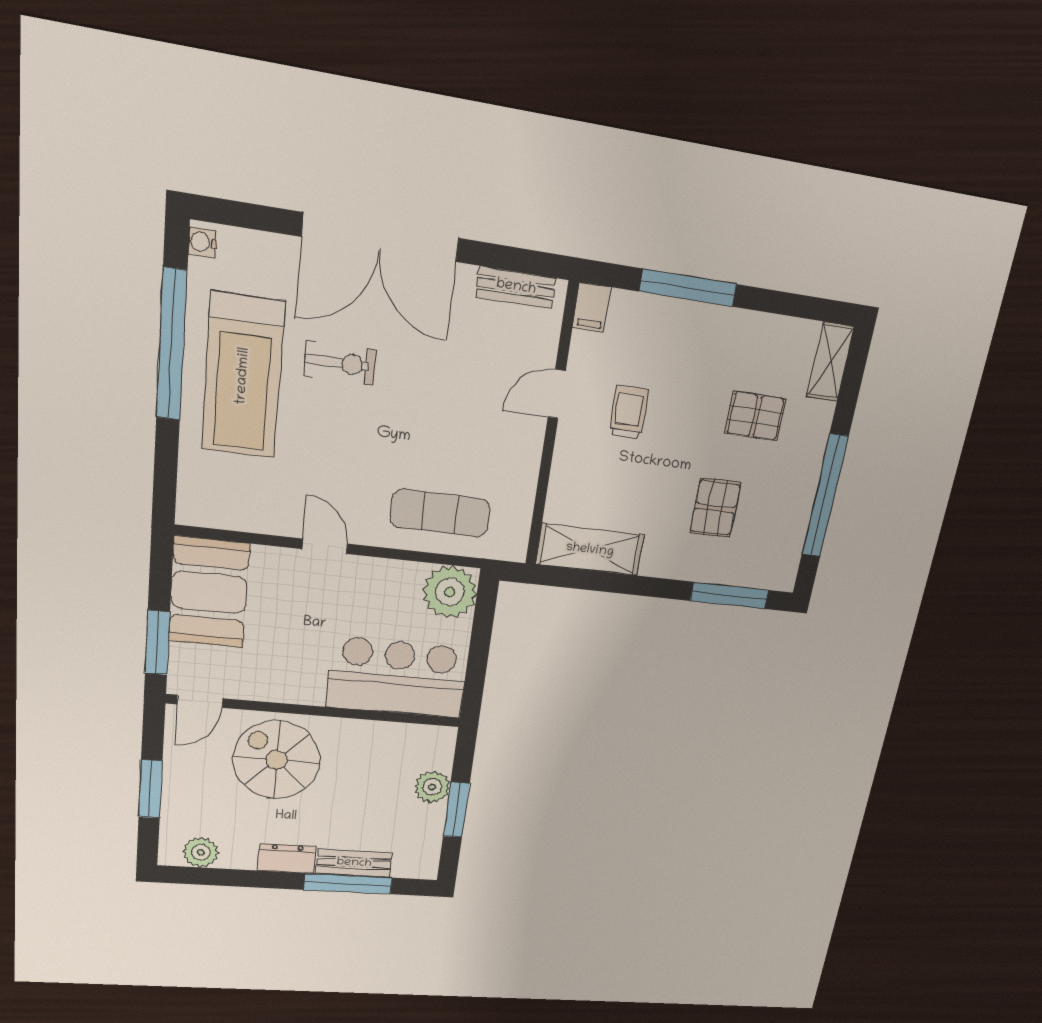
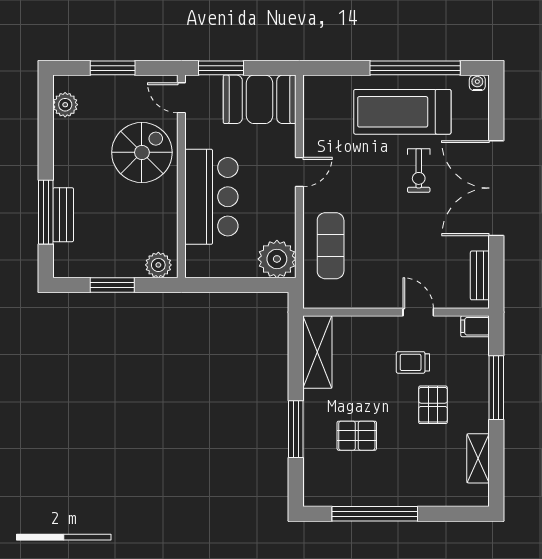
shelving: (831, 362) -> (478, 458), moved, turned 90
trolley: (629, 412) -> (413, 362), turned 180
pallet: (755, 416) -> (433, 405), moved
window: (730, 595) -> (296, 429), moved
bar counter: (397, 677) -> (211, 197), moved
plant: (432, 787) -> (158, 265), moved
dresser: (287, 858) -> (64, 166), removed

